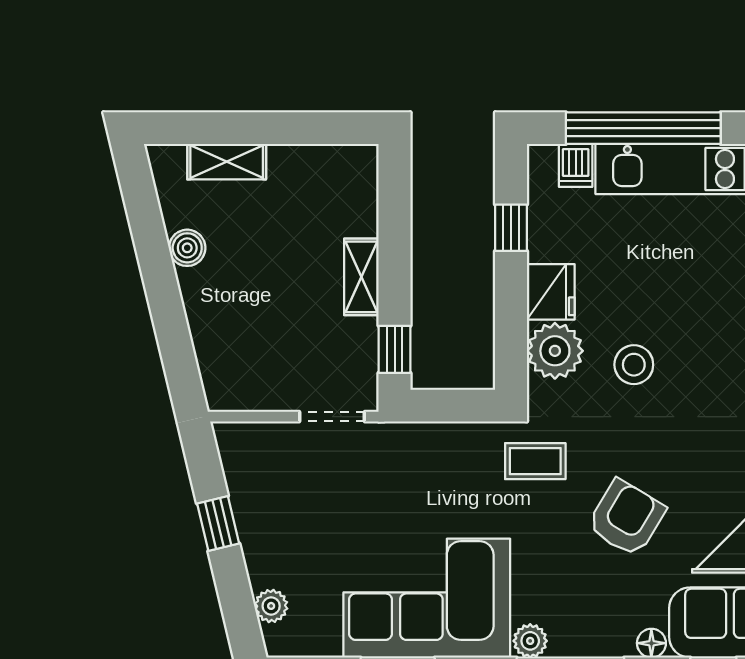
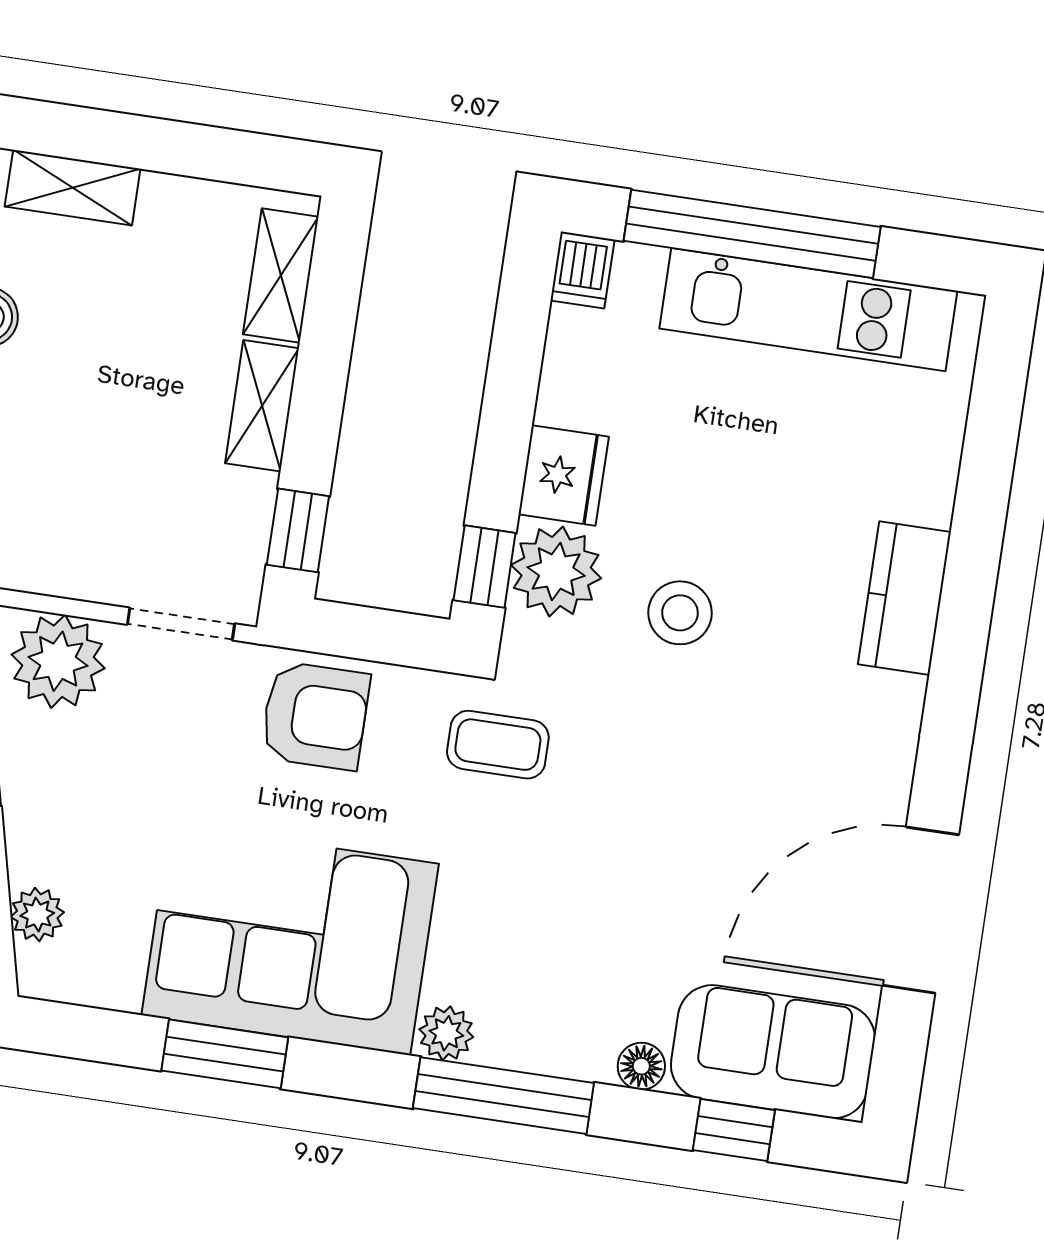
dishwasher: (576, 165) -> (582, 270), moved
shelving: (361, 196) -> (281, 276), added
window: (511, 228) -> (485, 567), moved
plant: (261, 450) -> (58, 661), added
armchair: (626, 518) -> (315, 716), moved, turned 59

